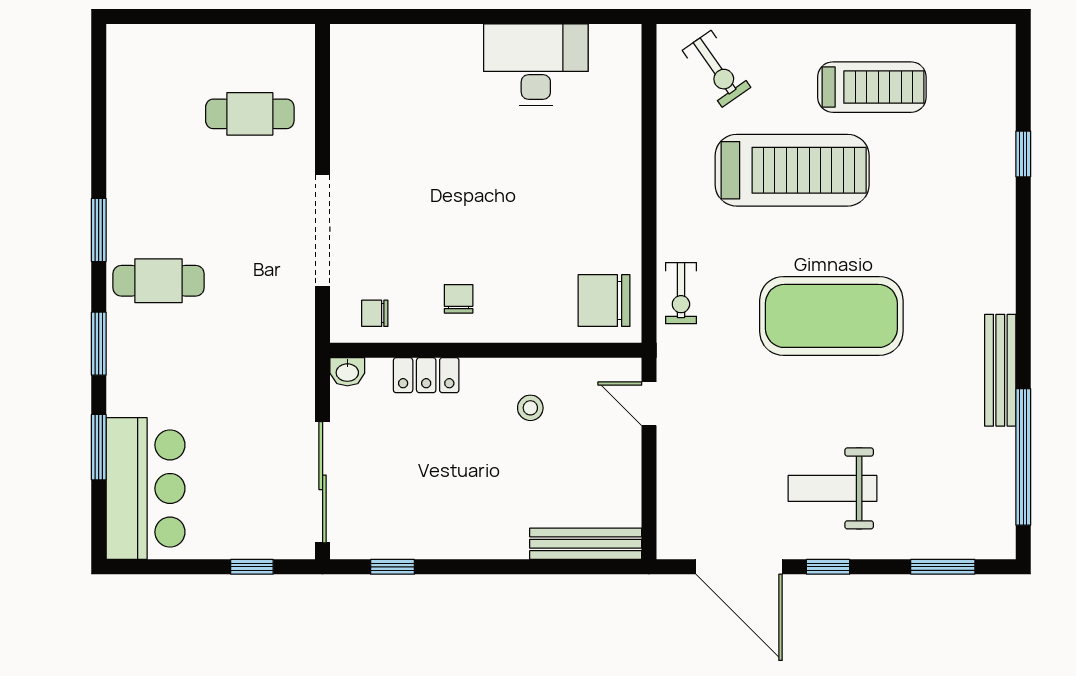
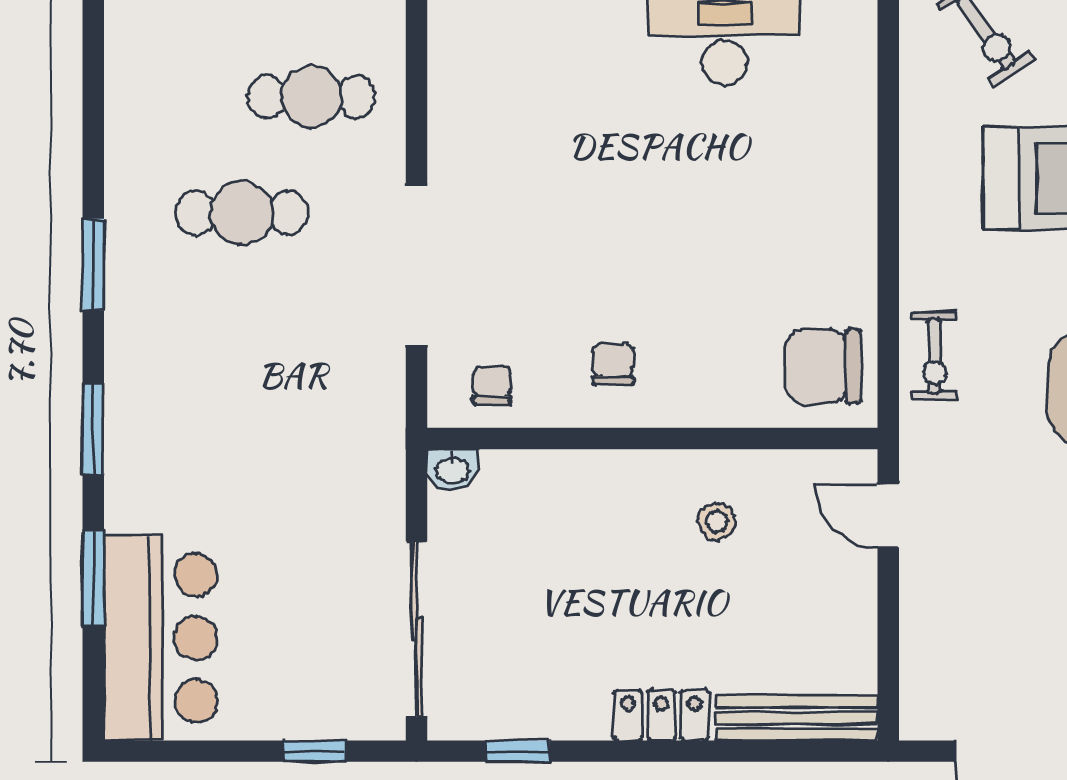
cafe table: (159, 281) -> (242, 213), moved
chair: (375, 313) -> (492, 385), turned 90
locker: (426, 375) -> (661, 715), moved, turned 180

